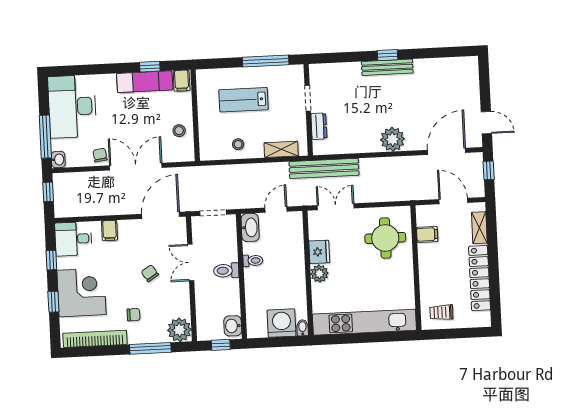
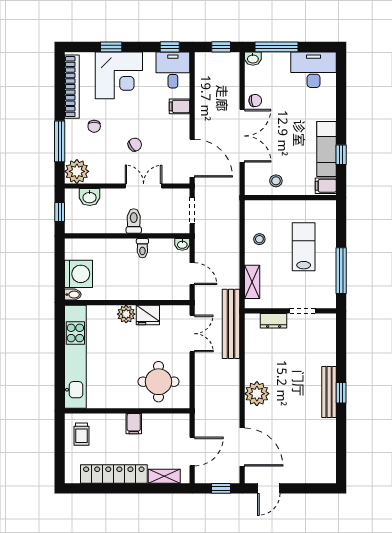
desk: (72, 106) -> (314, 70), width x0.73, depth x0.77
washbasin: (250, 228) -> (182, 244), width x0.52, depth x0.69
filing cabinet: (427, 234) -> (134, 424), moved
window: (51, 260) -> (170, 47), moved
trolley: (441, 312) -> (81, 434), turned 180
washbasin: (233, 326) -> (90, 197), moved, turned 180

